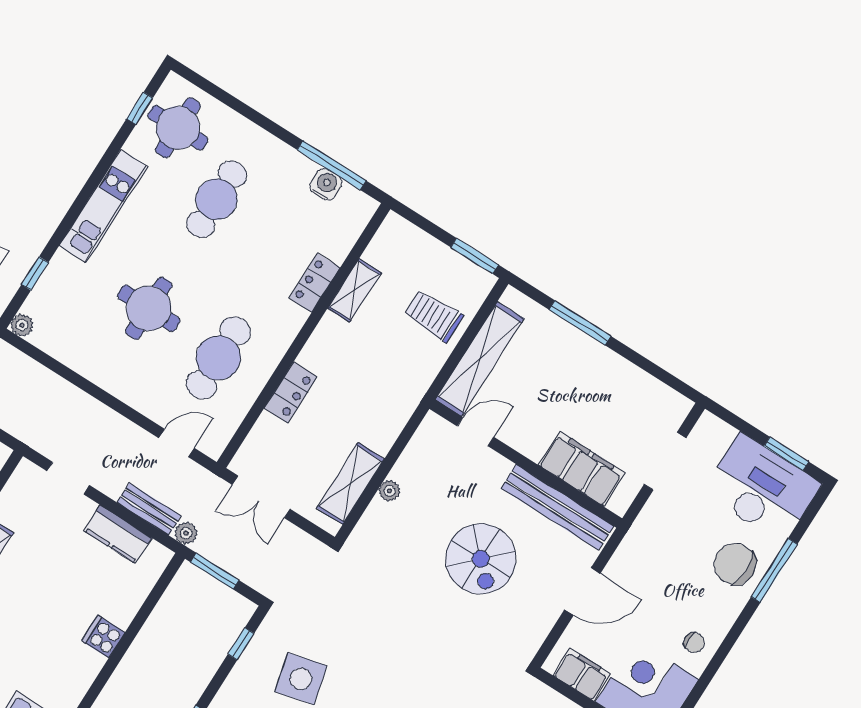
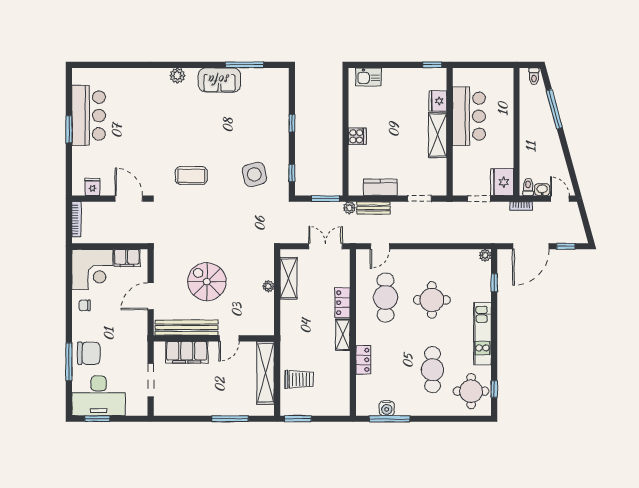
shelving: (354, 290) -> (343, 335), moved
door: (475, 432) -> (229, 338), moved

